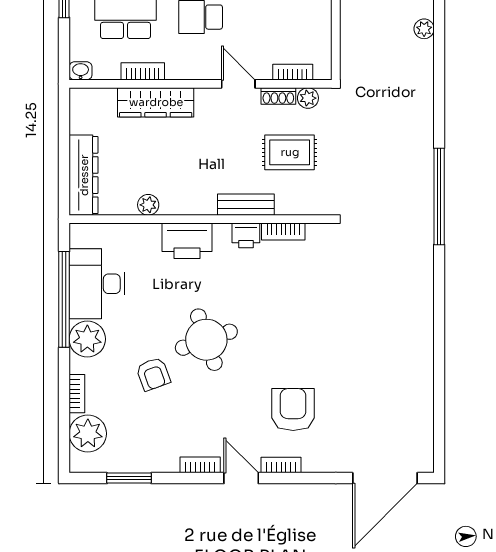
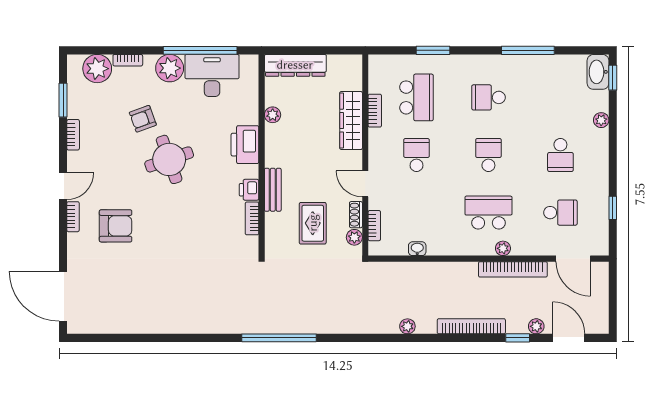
washbasin: (81, 71) -> (417, 249), moved, turned -90
door: (238, 84) -> (365, 184), swing flipped
bookcase: (200, 465) -> (73, 135), moved

